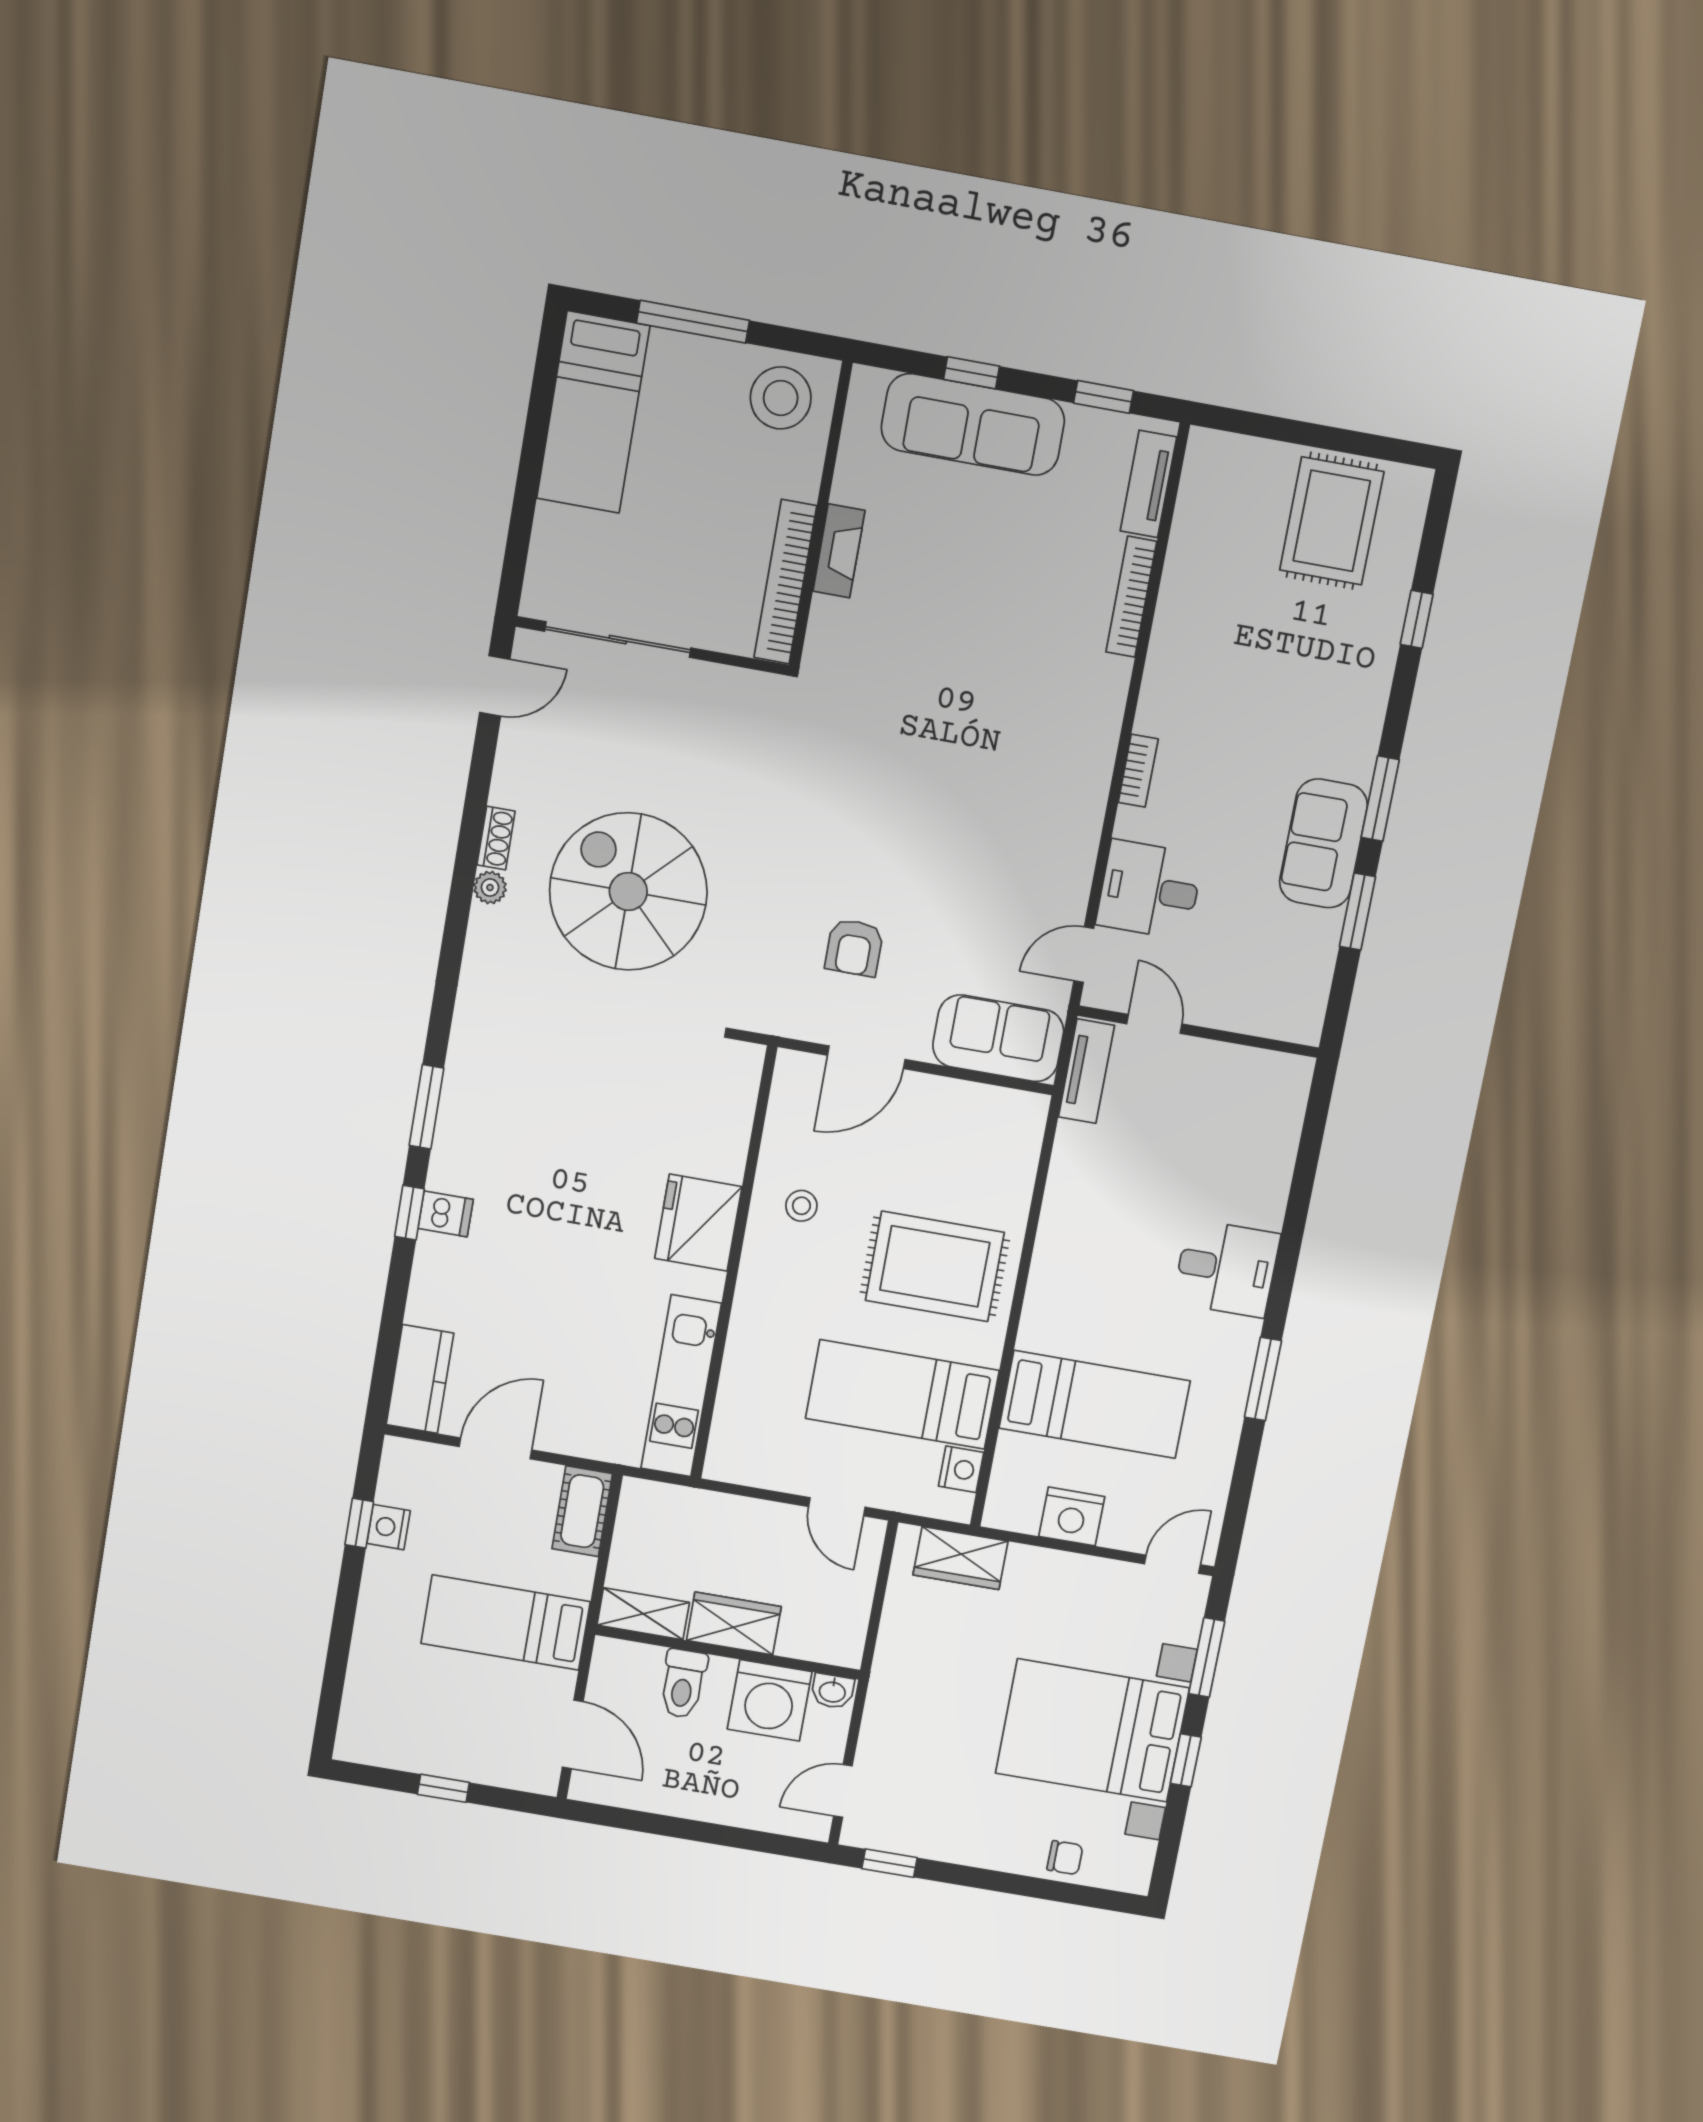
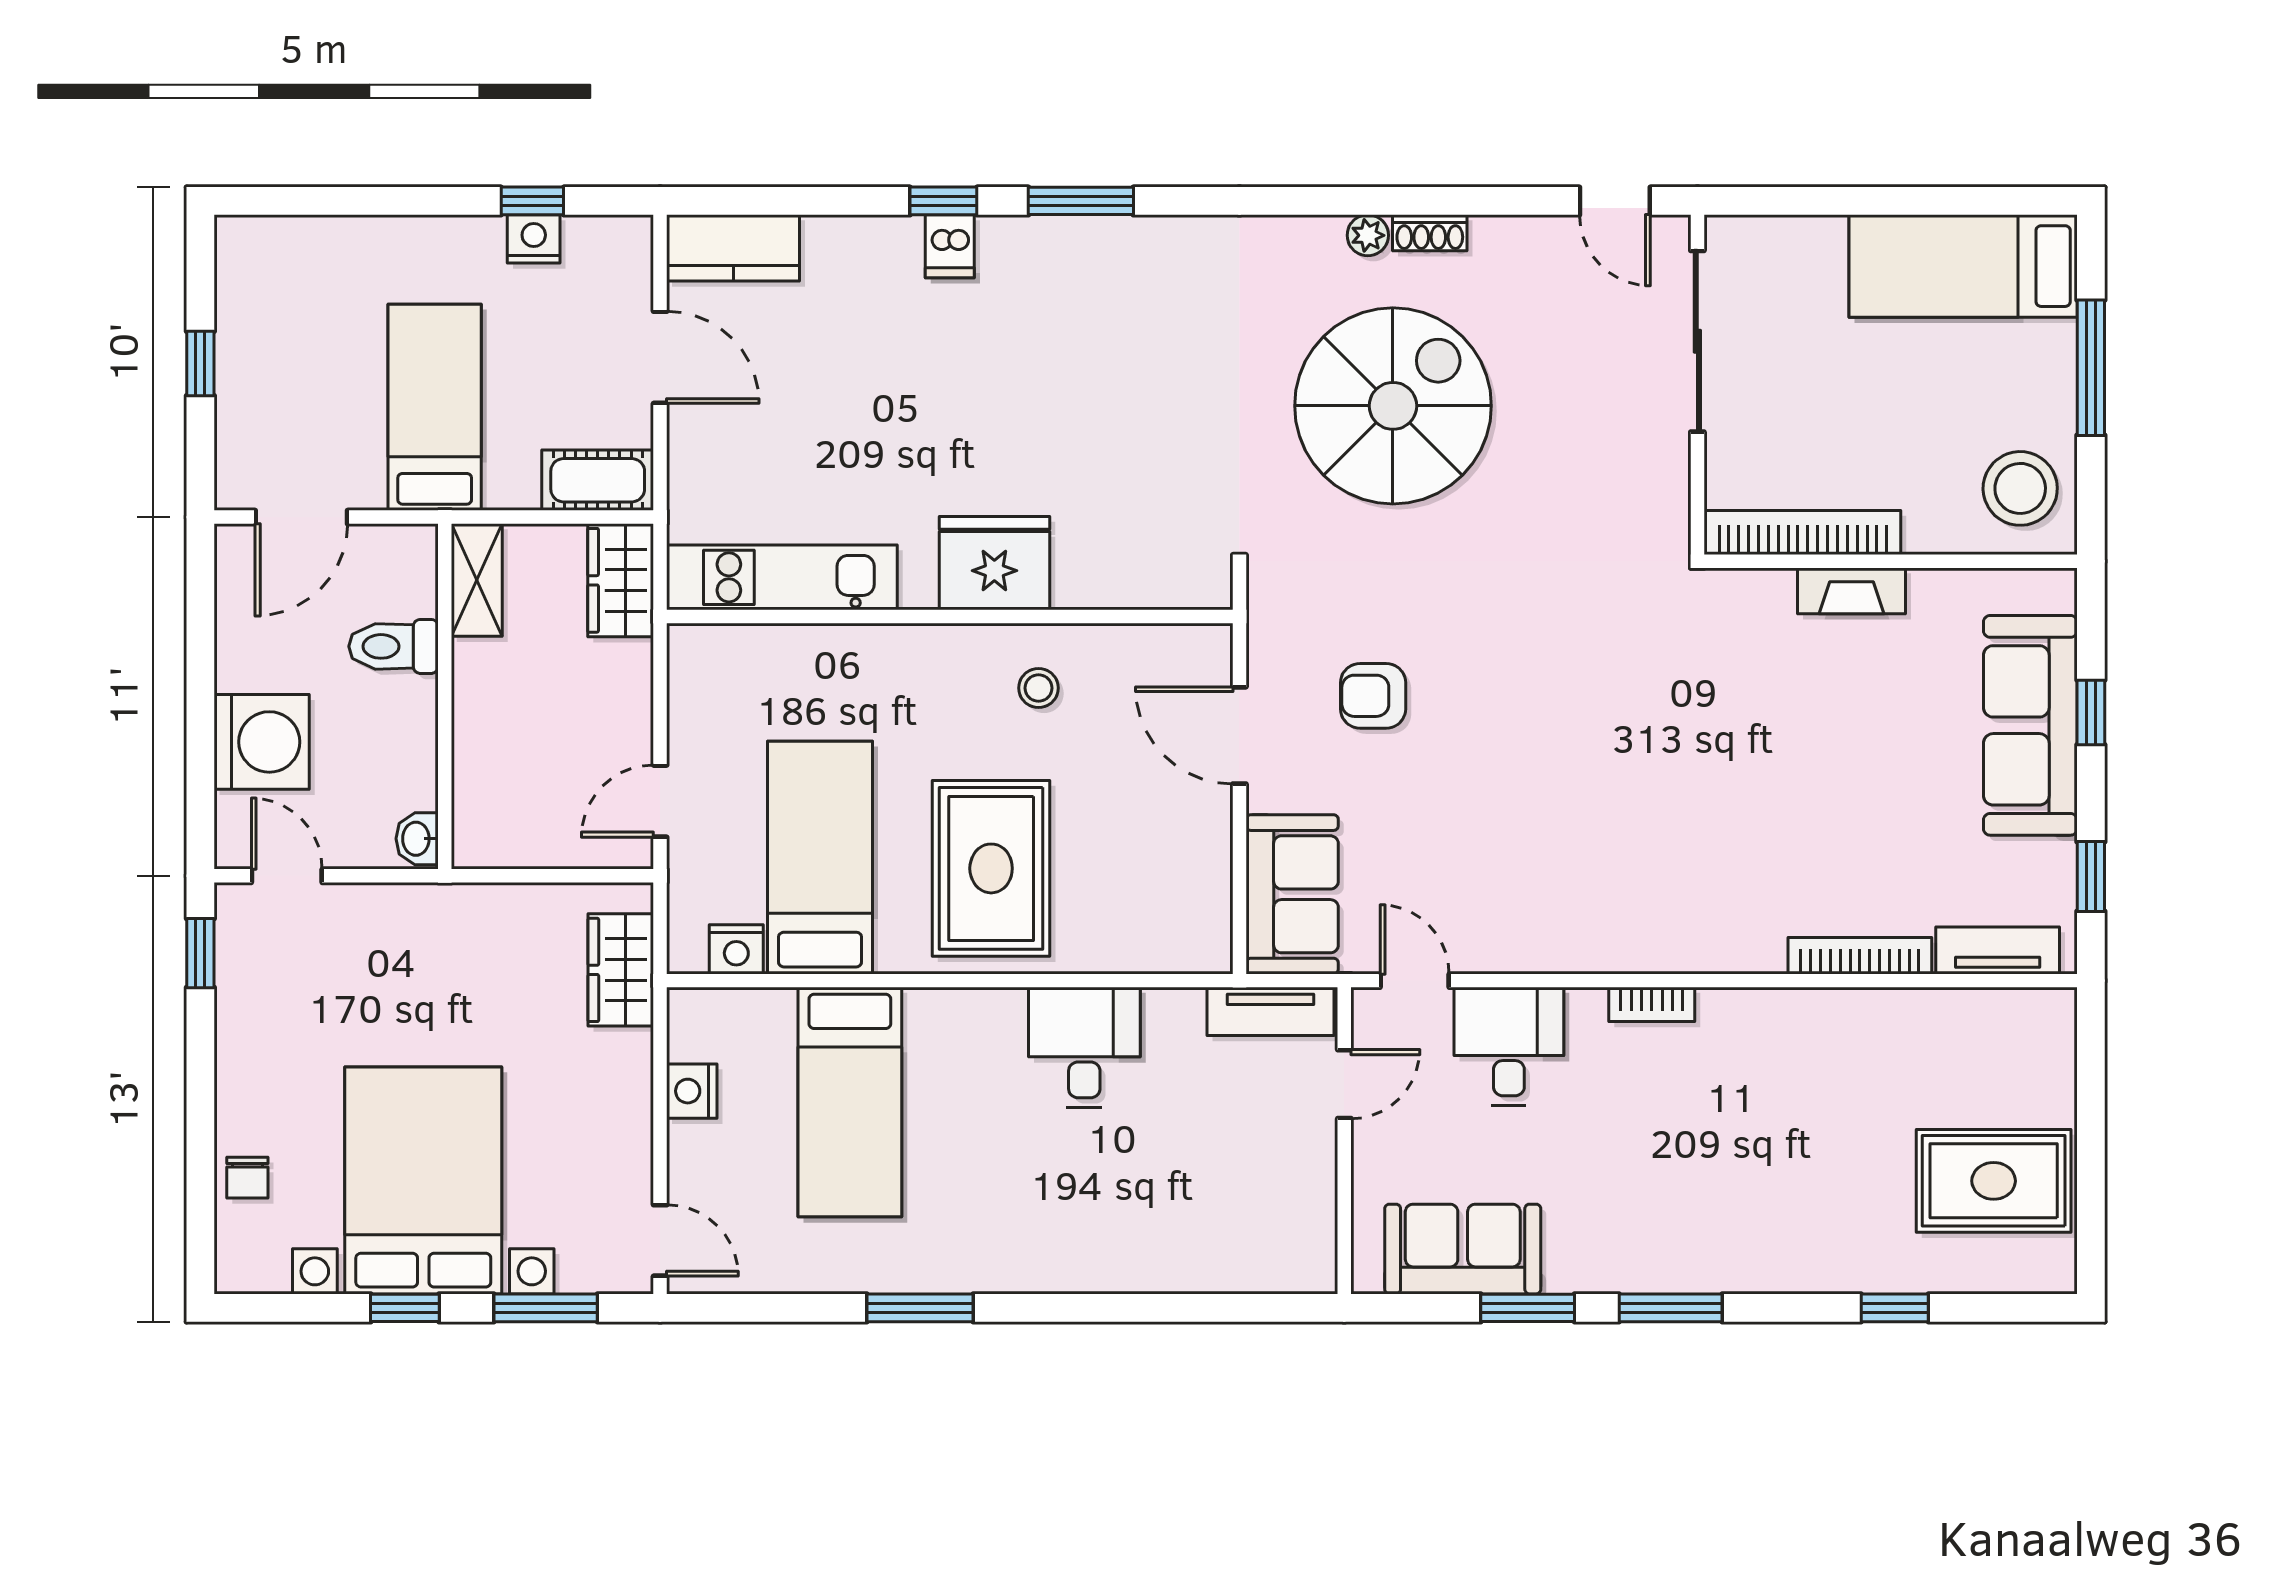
sofa: (1323, 843) -> (1463, 1249), moved
desk: (1226, 1268) -> (1084, 1047), moved, turned 180
nightstand: (1072, 1516) -> (692, 1091), width x0.74, depth x0.75
wardrobe: (734, 1624) -> (621, 580), moved, turned 180
washing machine: (770, 1700) -> (262, 742), moved, turned 180

